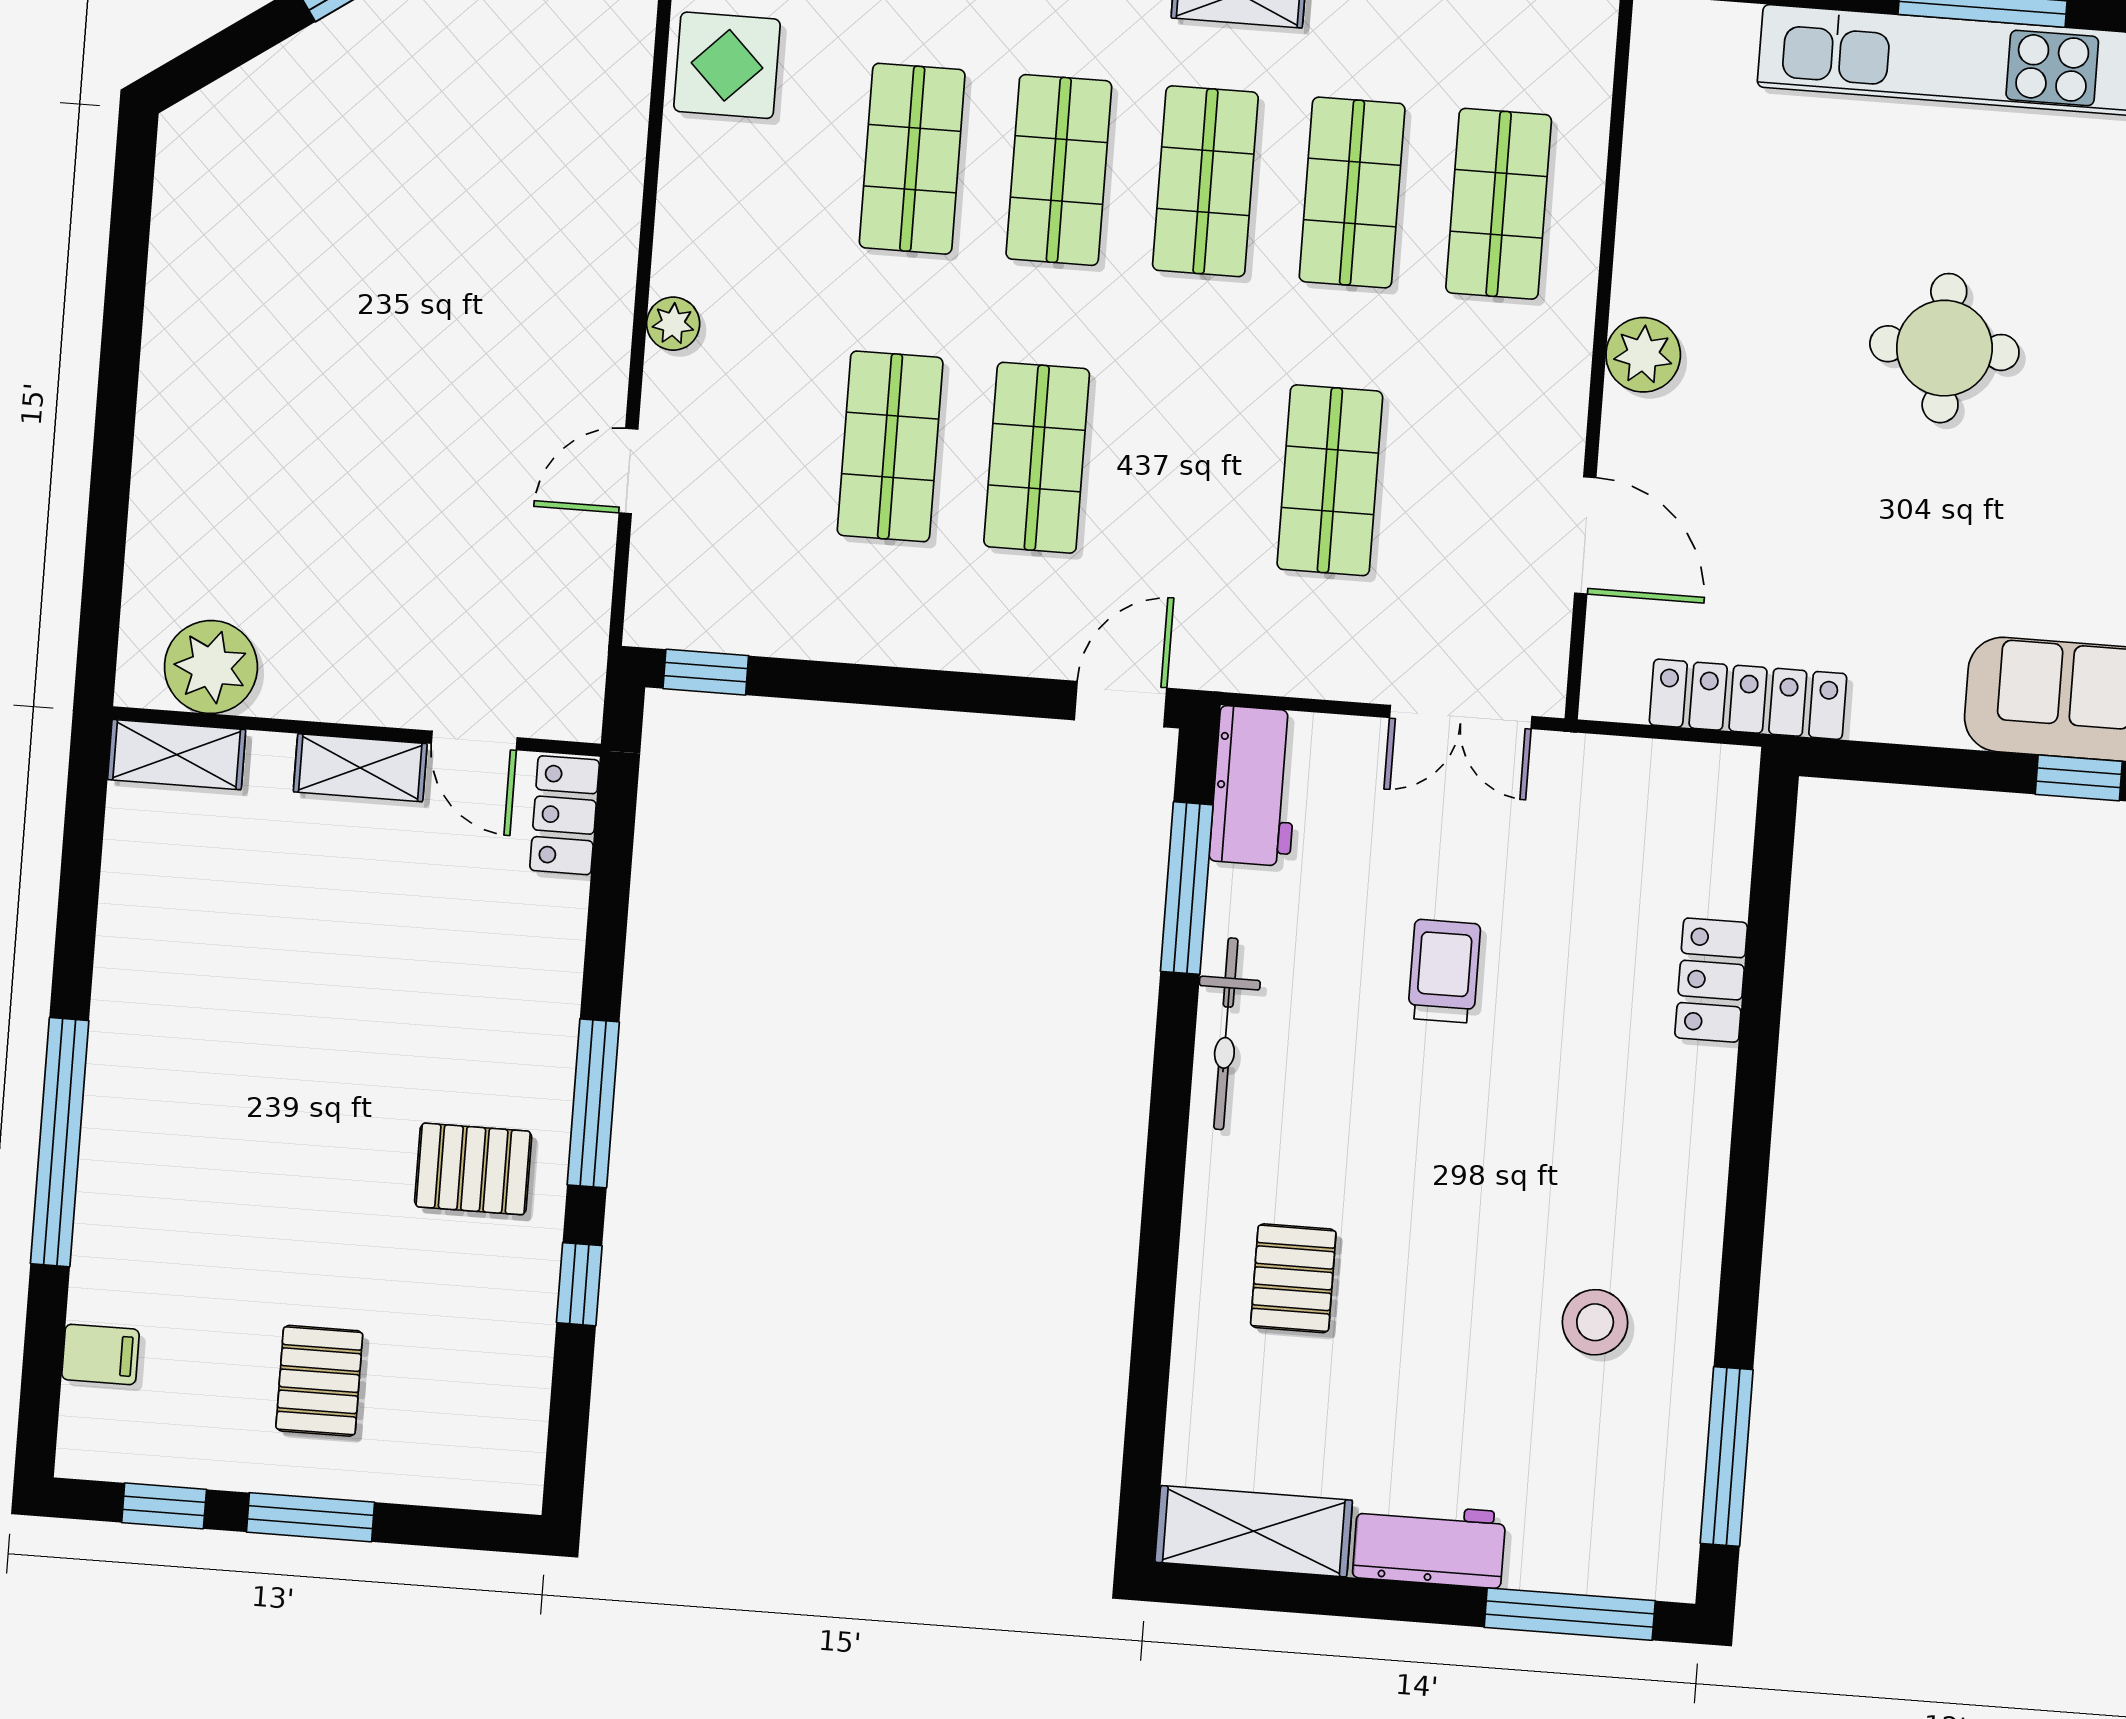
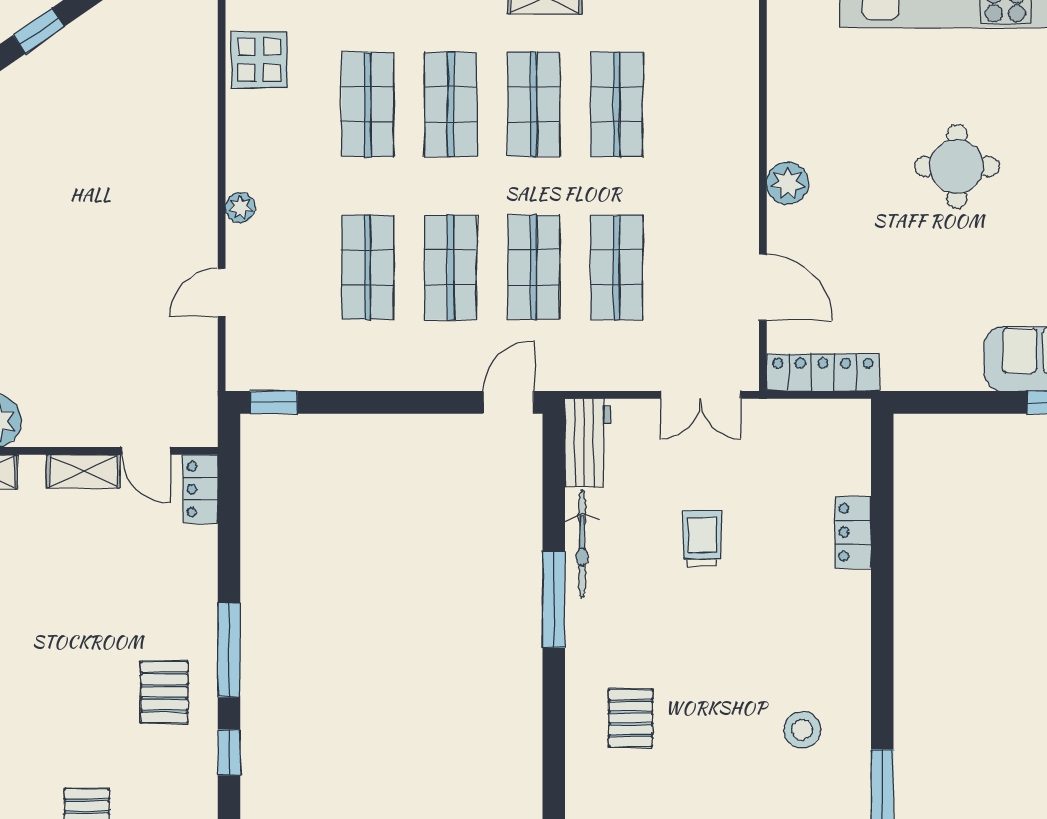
shop shelf: (1499, 204) -> (534, 267), moved
locker: (1748, 699) -> (823, 373), moved
window: (1187, 888) -> (554, 599), moved
bicycle: (1226, 1034) -> (582, 544), moved
pallet: (473, 1169) -> (164, 692), turned 90

